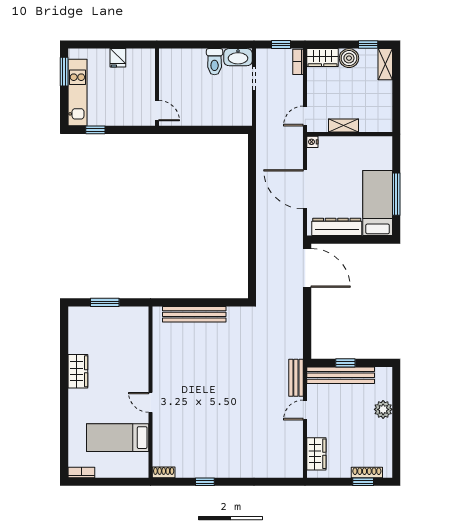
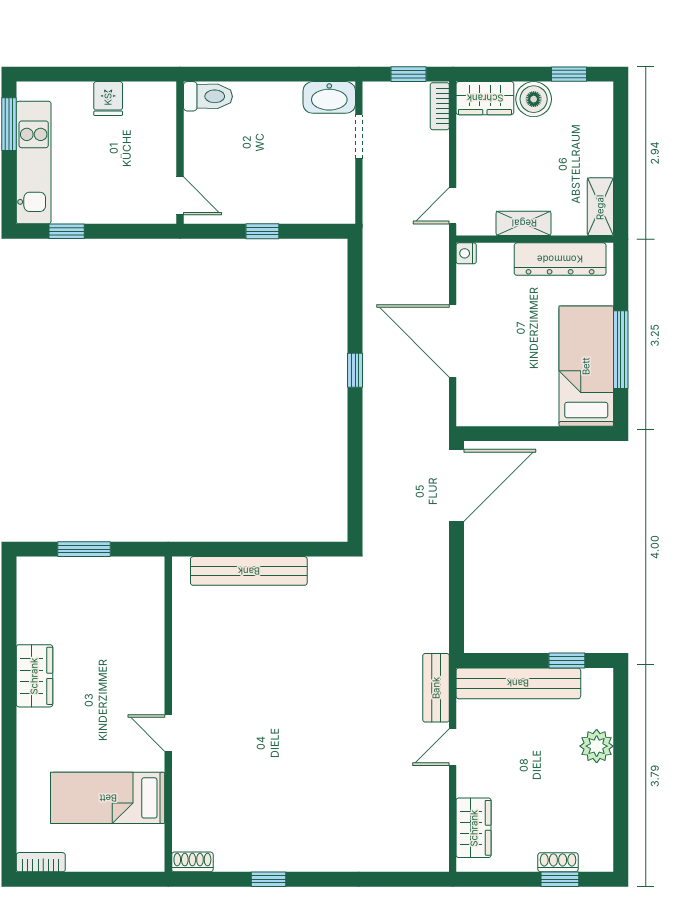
toilet: (215, 62) -> (208, 96), moved, turned -90
shelving: (385, 64) -> (600, 207), moved
window: (202, 130) -> (262, 231), added
window: (252, 205) -> (355, 370), added
dresser: (337, 227) -> (560, 259), moved, turned 180
door: (307, 268) -> (457, 485), hinge flipped
window: (345, 363) -> (567, 661), moved
shoe rack: (367, 472) -> (558, 862), width x0.70

